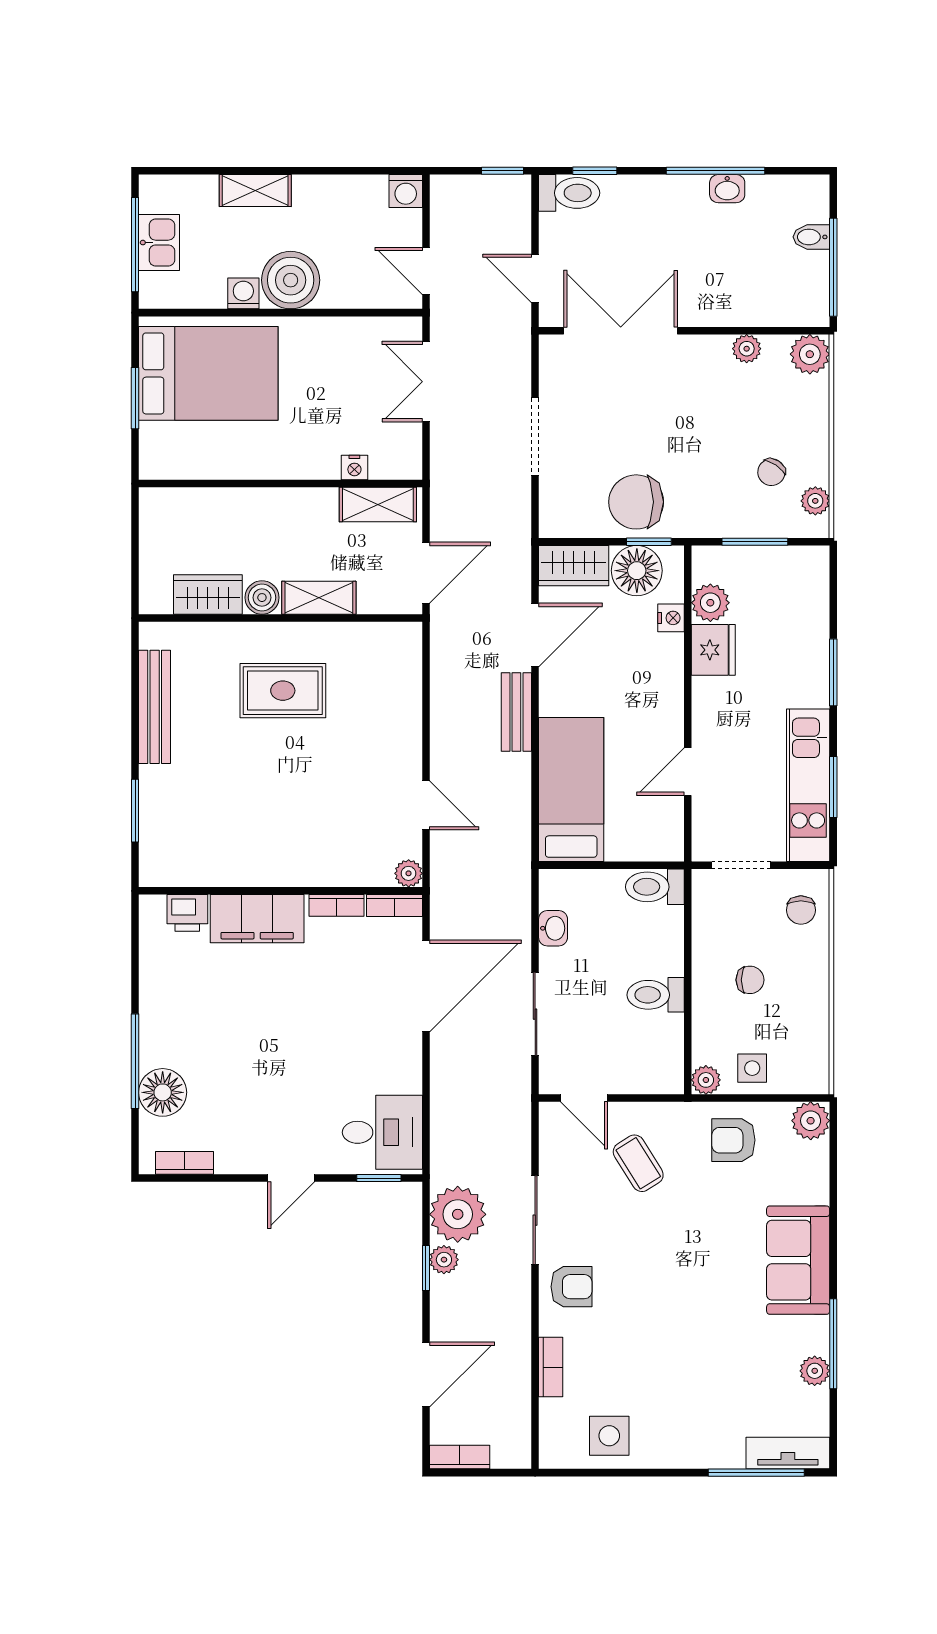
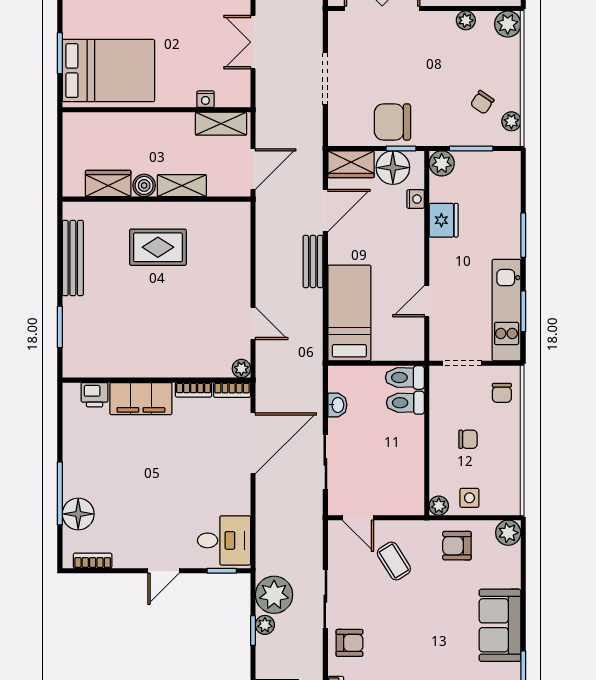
bed: (208, 373) -> (108, 71), moved
plant: (710, 603) -> (442, 163), moved
toilet: (656, 995) -> (405, 403), moved

